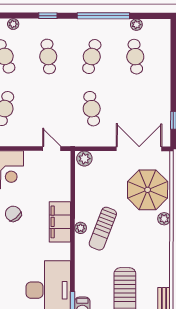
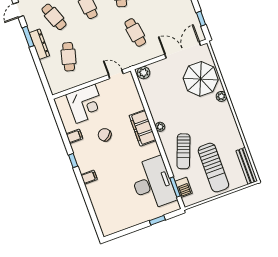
sun lounger: (103, 229) -> (183, 151), moved

